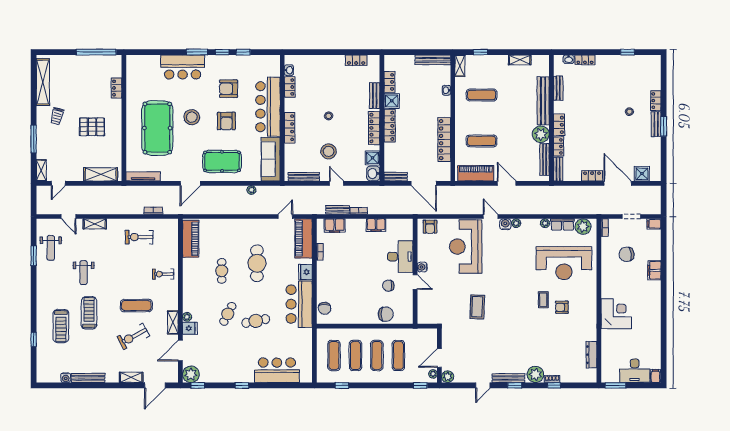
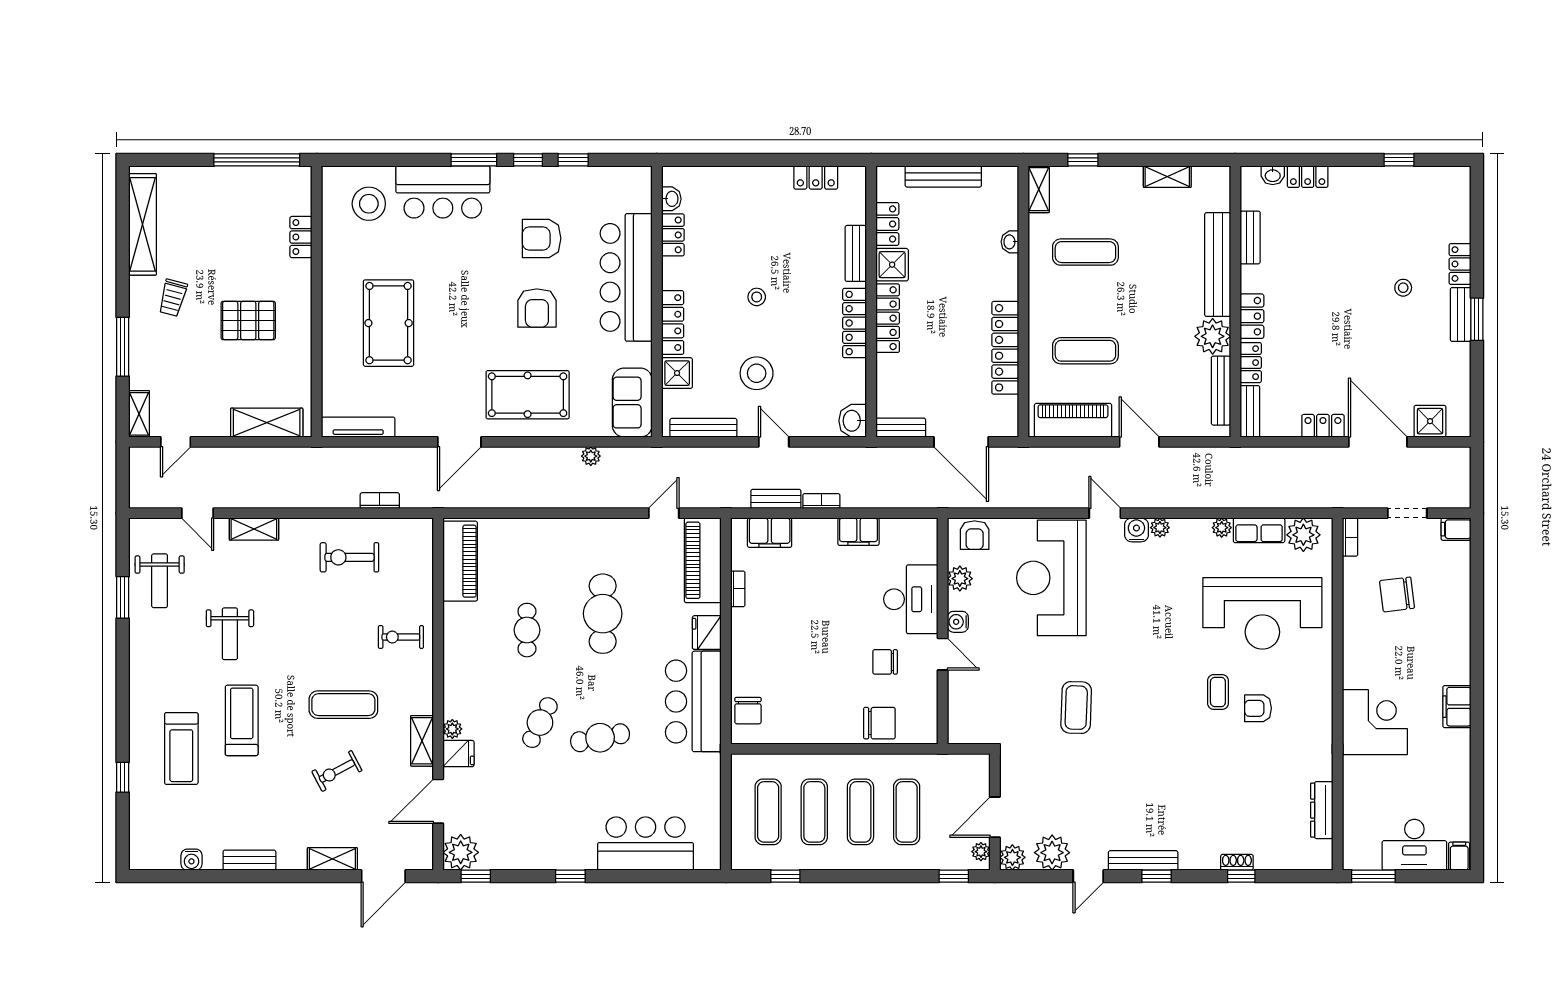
bench: (433, 60) -> (943, 176), moved
stool: (192, 117) -> (369, 204), moved
pool table: (157, 128) -> (389, 323), width x0.73, depth x0.76
shower: (373, 158) -> (677, 373), moved
sofa: (271, 159) -> (632, 403), width x0.73
plant: (423, 247) -> (960, 579), added
filing cabinet: (654, 270) -> (1457, 707), moved
exercise bike: (133, 336) -> (337, 771), width x0.73, depth x0.72
plant: (535, 374) -> (1052, 853), moved
bench: (88, 378) -> (249, 860), width x0.73

